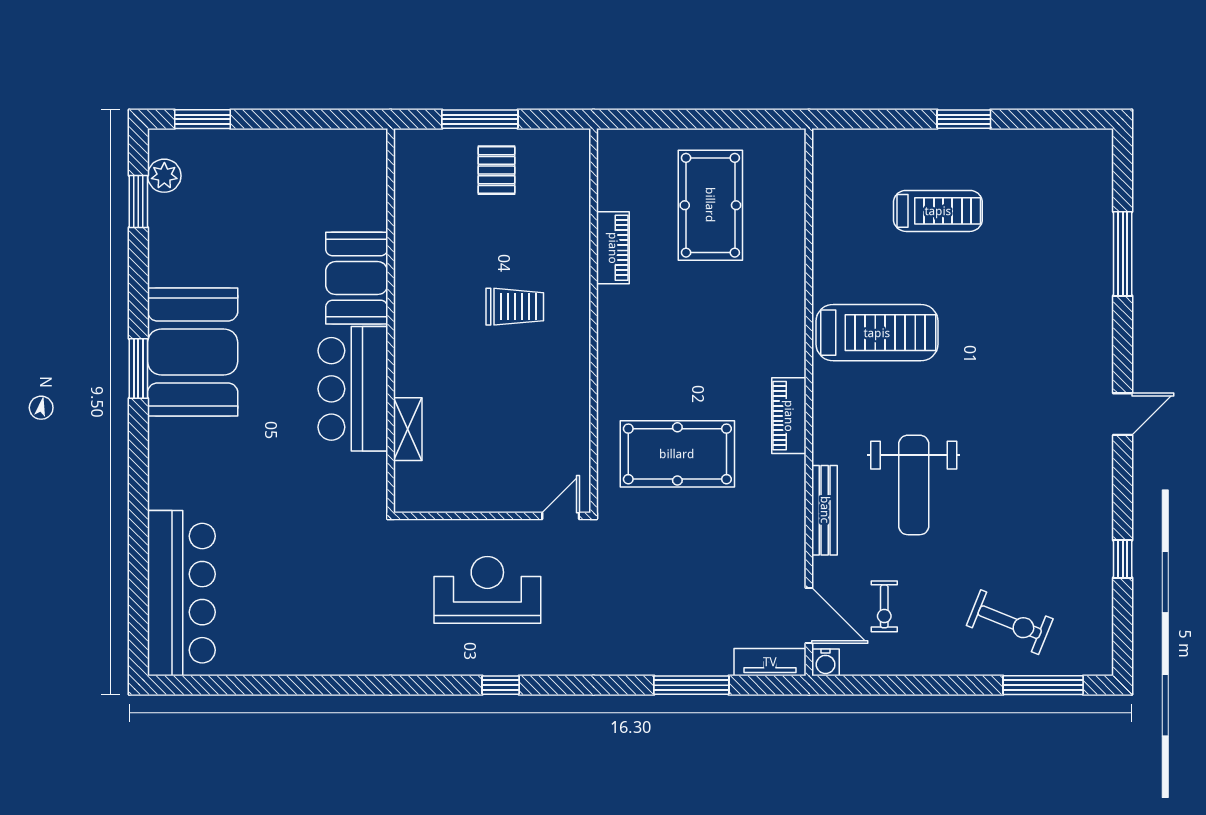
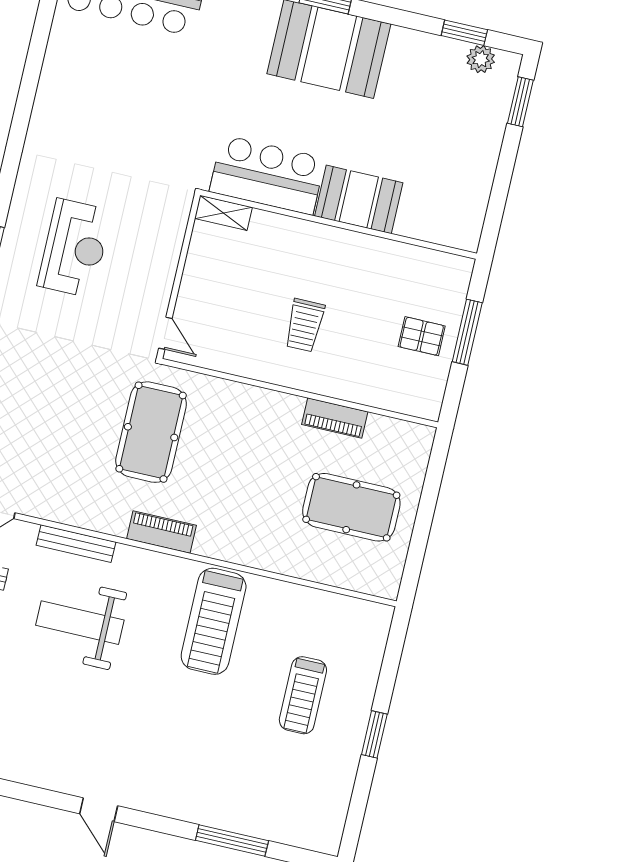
wall: (492, 516) -> (179, 276), moved
door: (561, 516) -> (165, 333), moved

